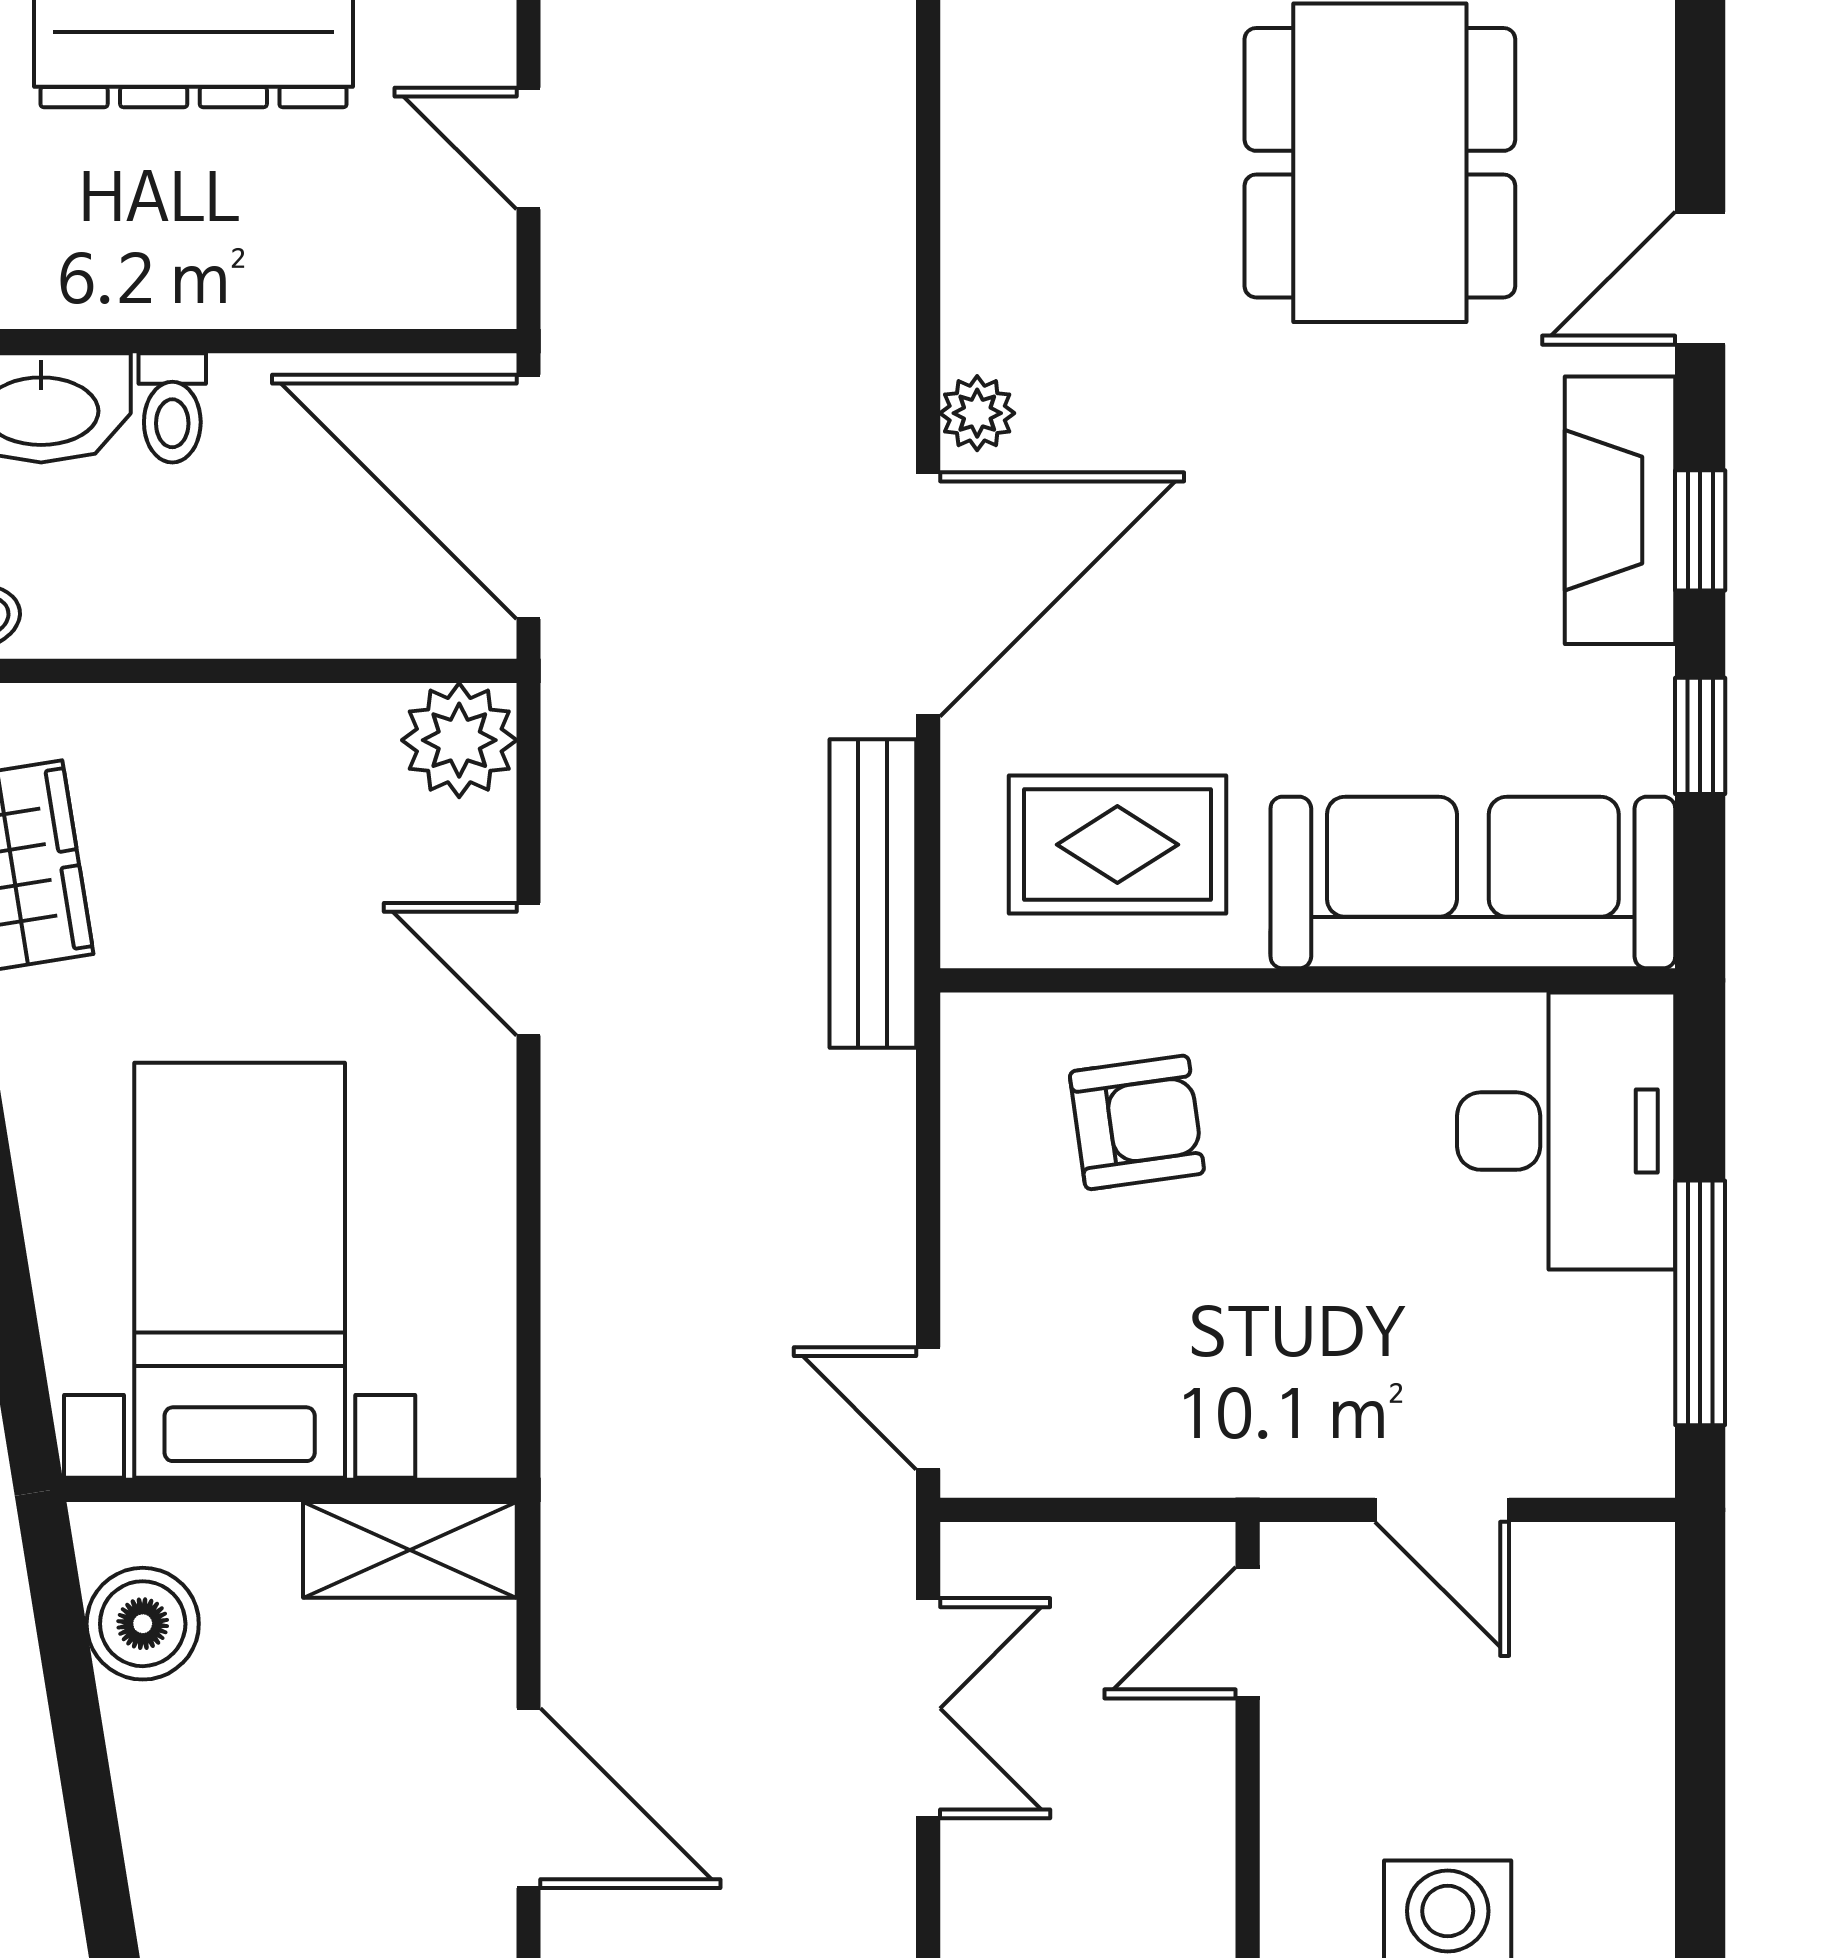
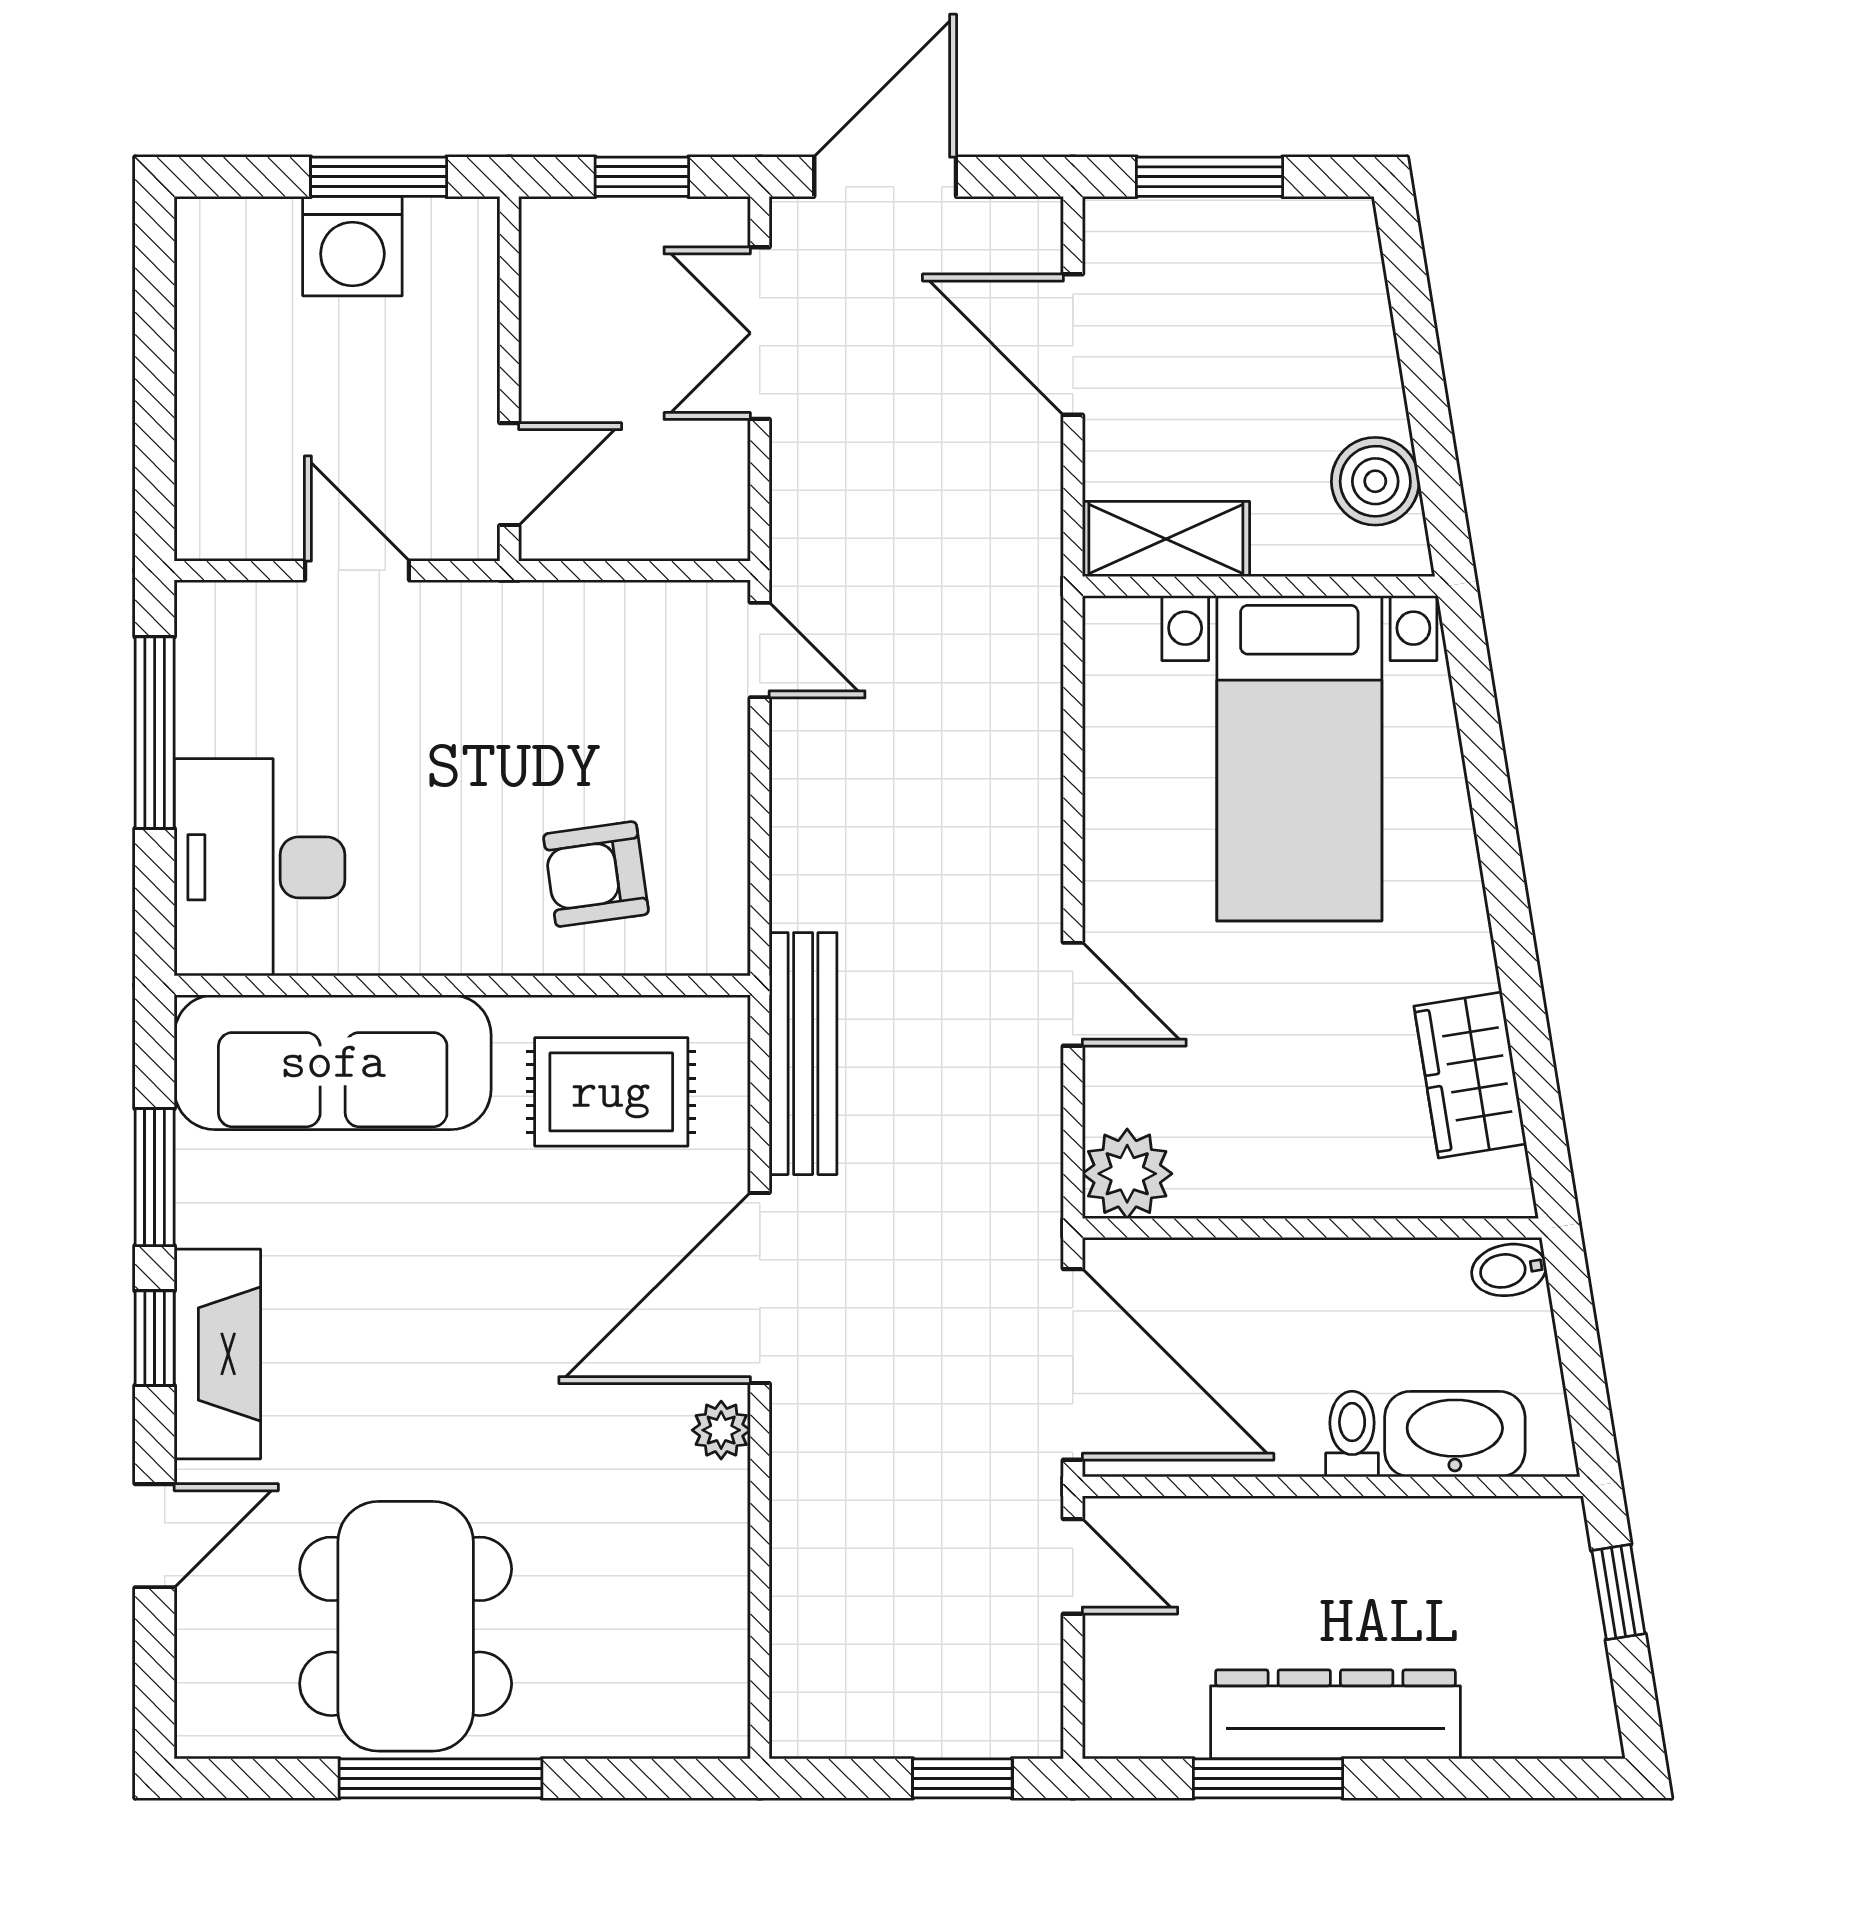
door: (529, 149) -> (1073, 1566), moved
window: (1700, 736) -> (155, 1177), width x1.50
double door: (928, 1708) -> (760, 333), moved

